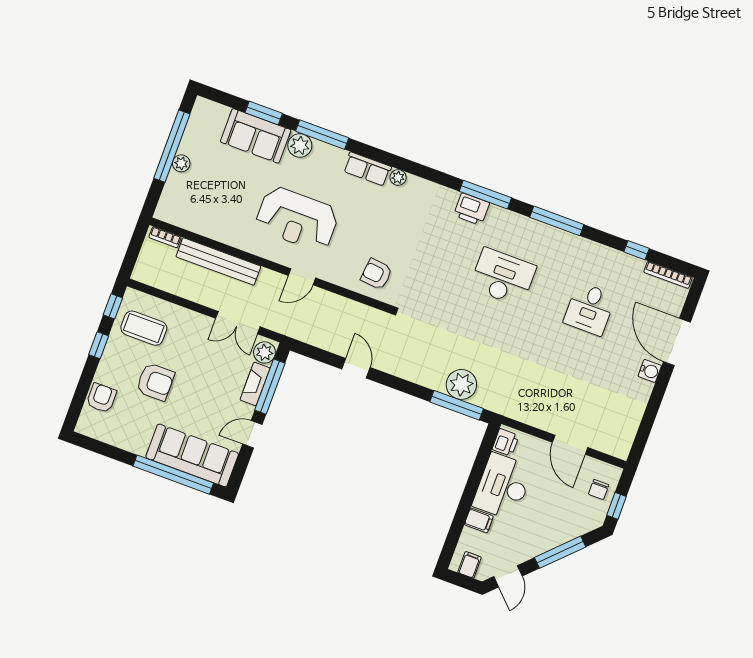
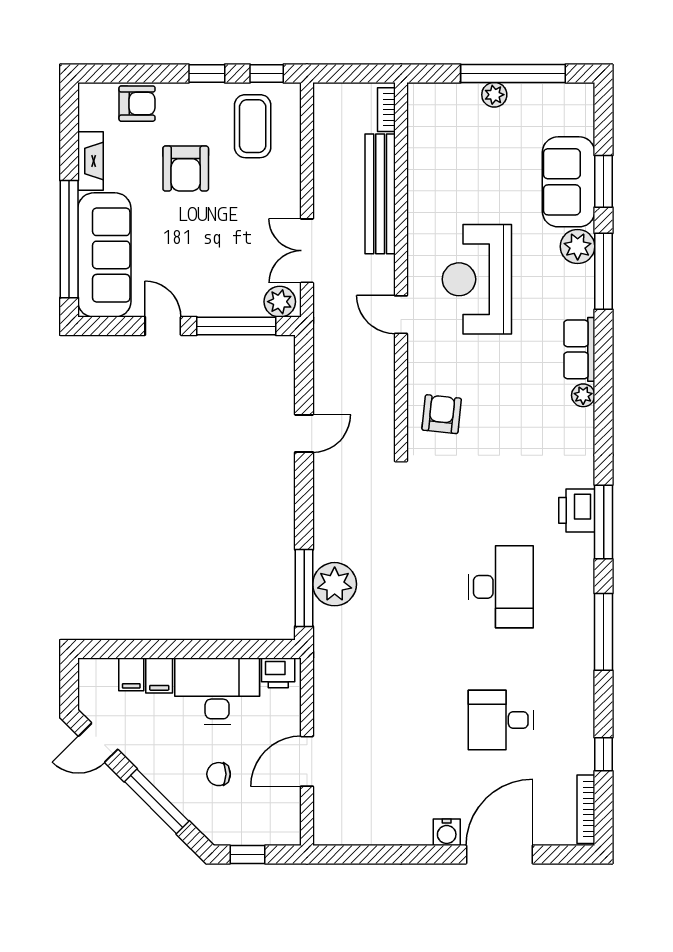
fireplace: (255, 384) -> (91, 161), moved, turned 90
chair: (599, 490) -> (219, 774), moved
filing cabinet: (470, 565) -> (131, 674), moved, turned 90

